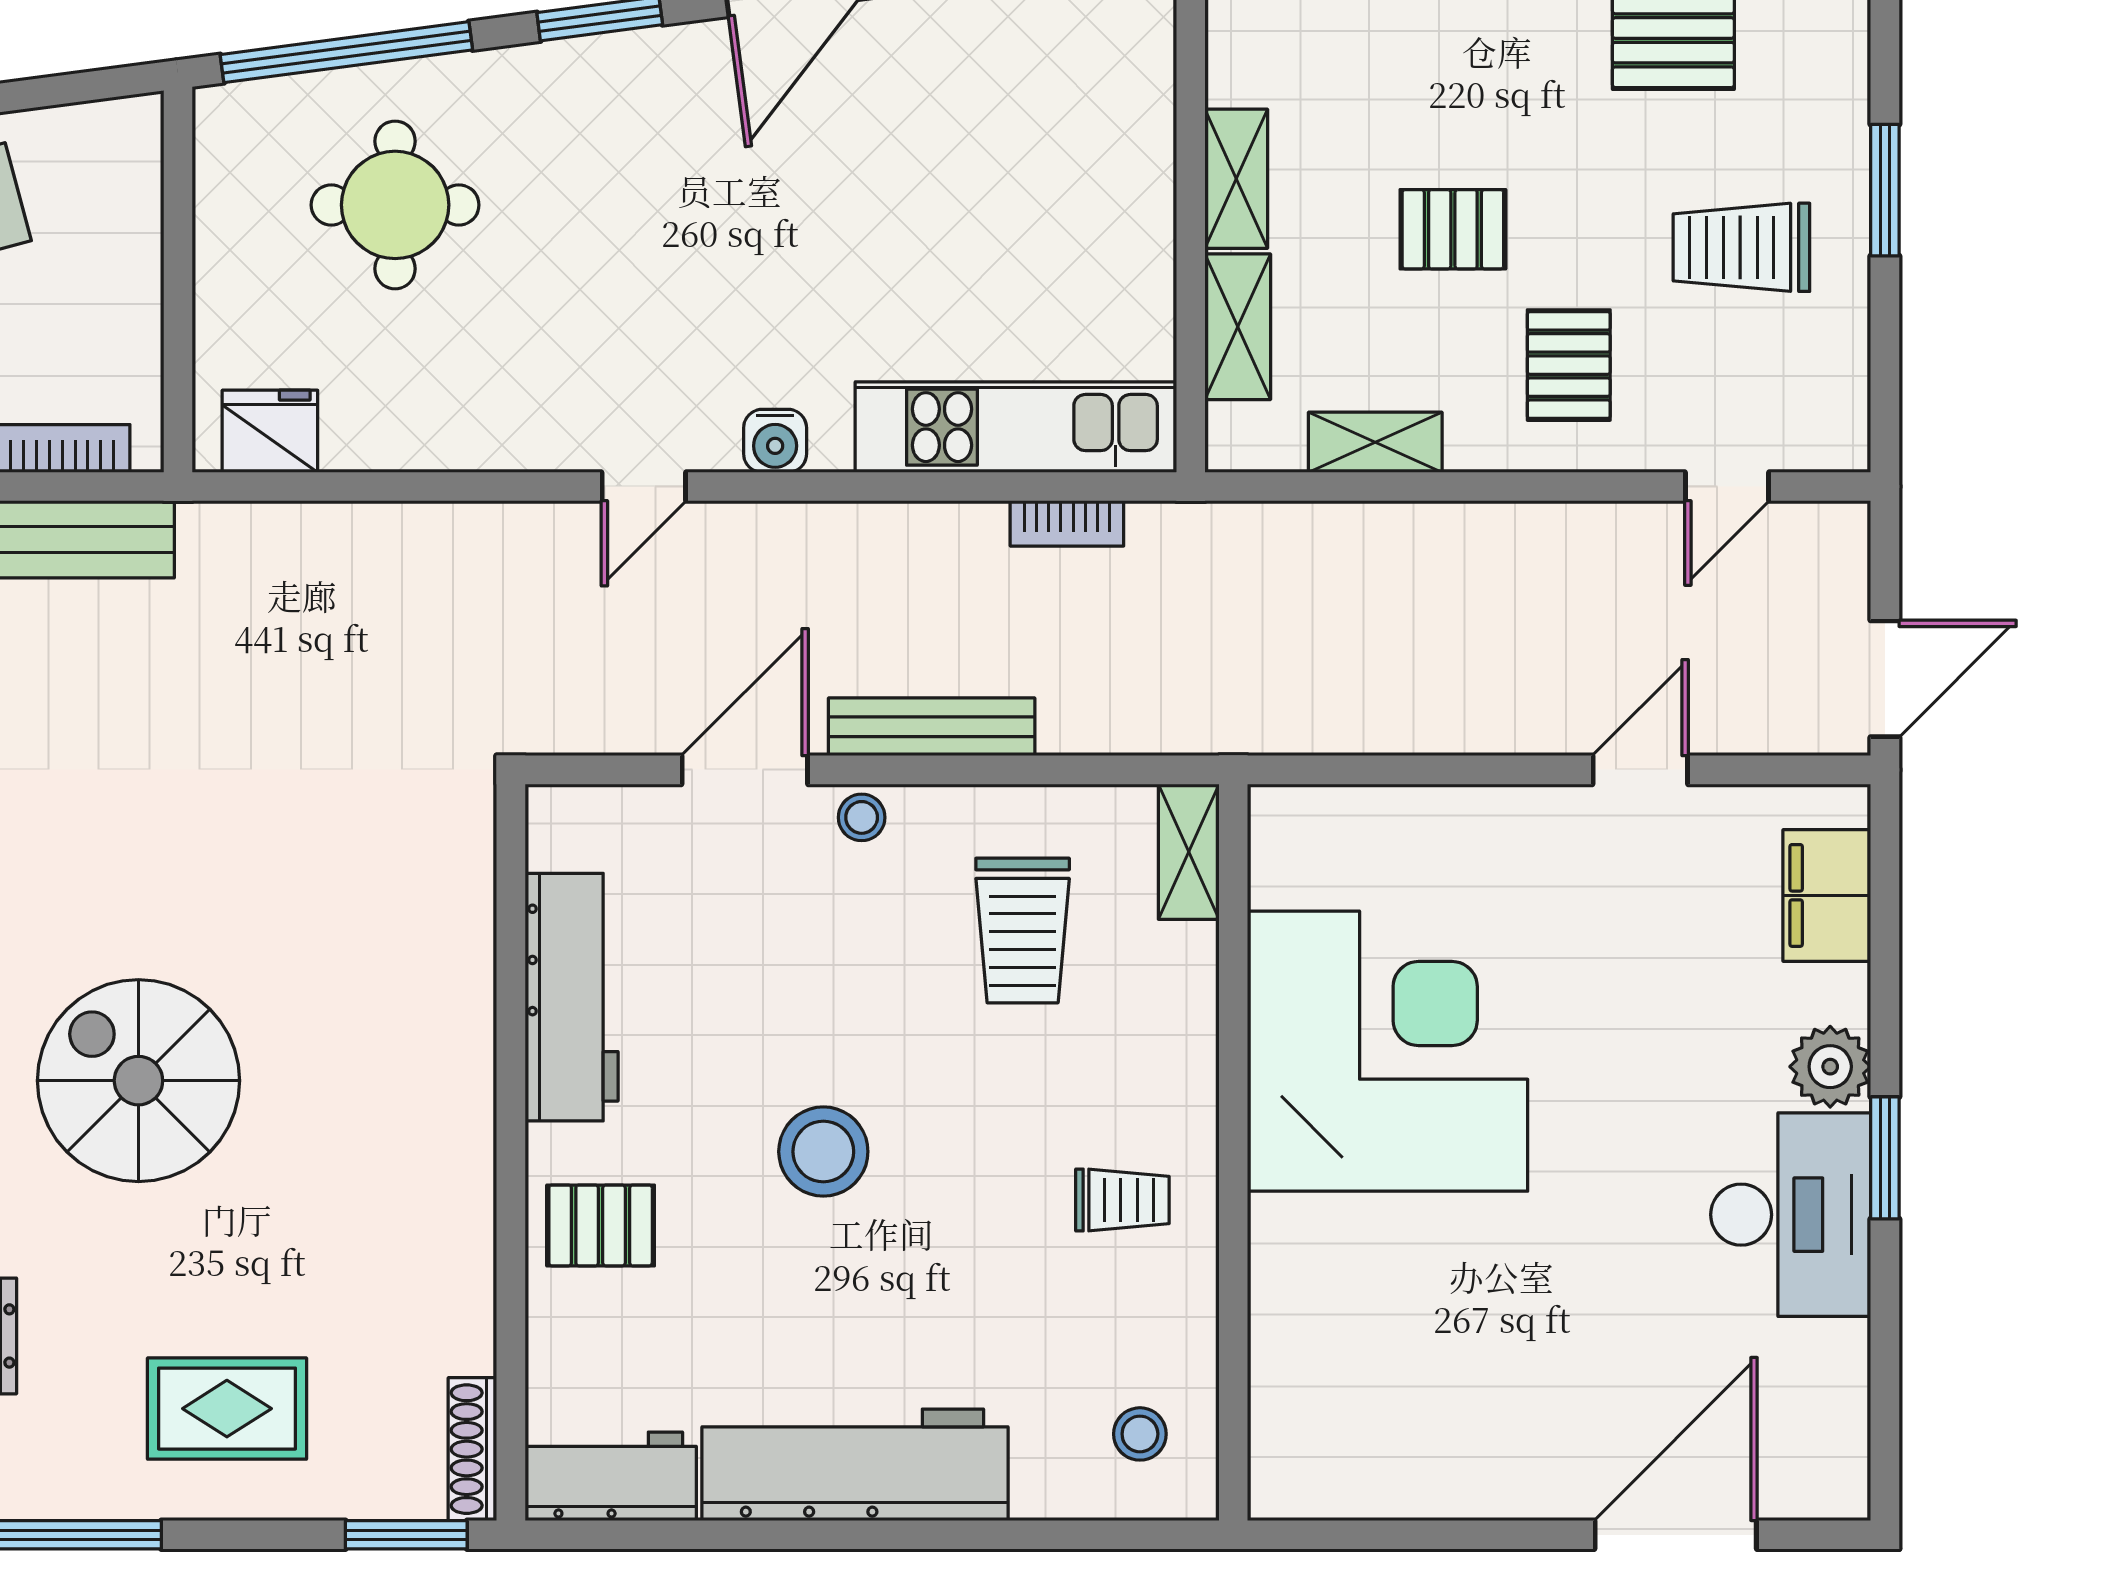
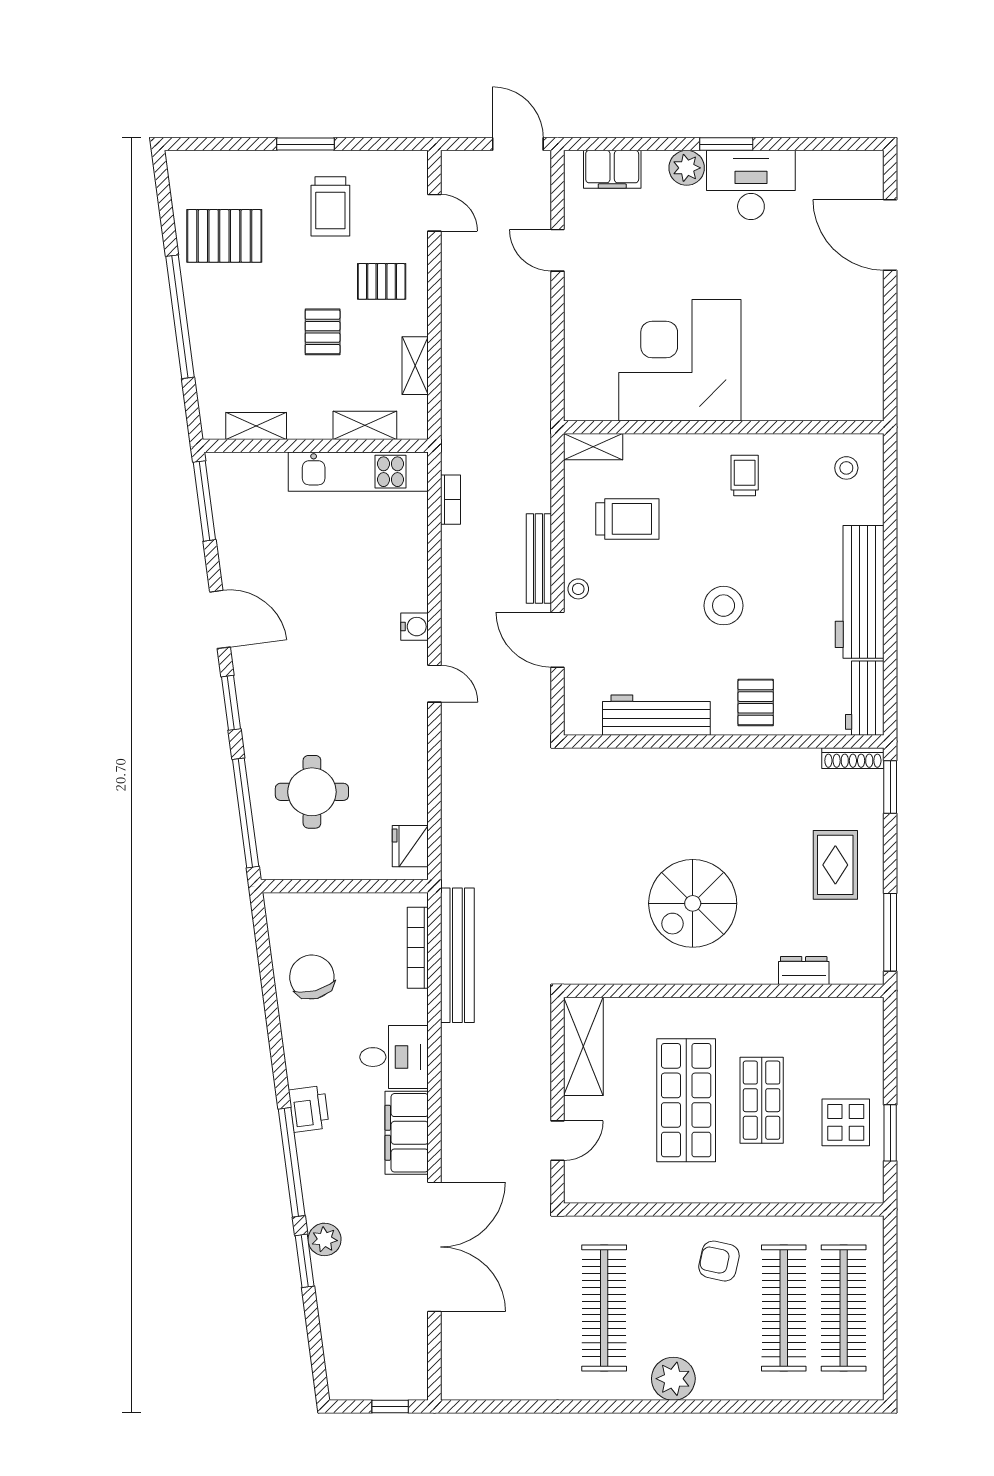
shelving: (1236, 179) -> (256, 426), moved
kitchen unit: (1016, 427) -> (358, 472), moved, turned -90

